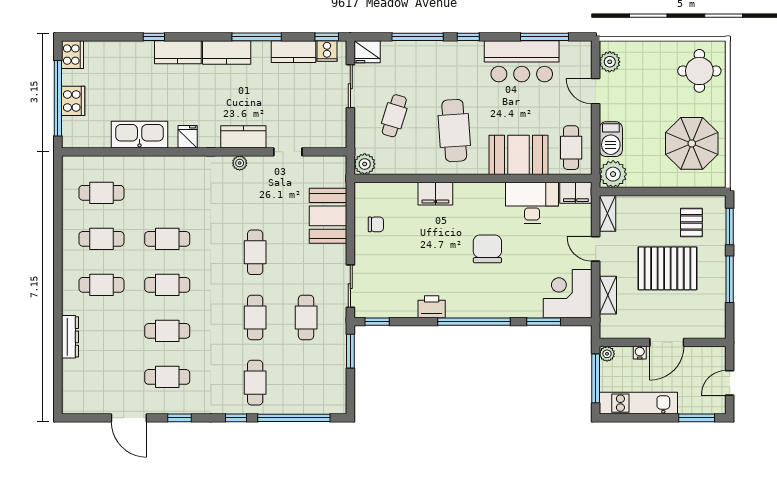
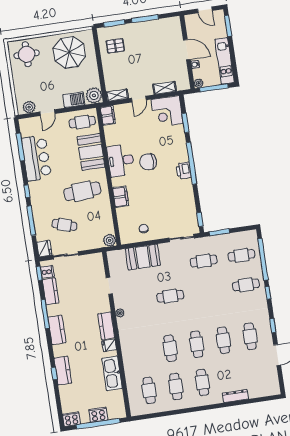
kitchen counter: (178, 52) -> (63, 371), moved
cafe table: (394, 116) -> (64, 225), moved
kitchen counter: (243, 137) -> (106, 326), moved
desk: (532, 203) -> (121, 160), moved
pallet: (667, 268) -> (144, 56), removed
printer: (432, 307) -> (184, 171), moved
cafe table: (255, 317) -> (241, 255), moved

